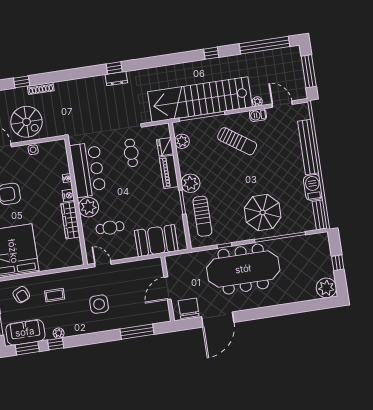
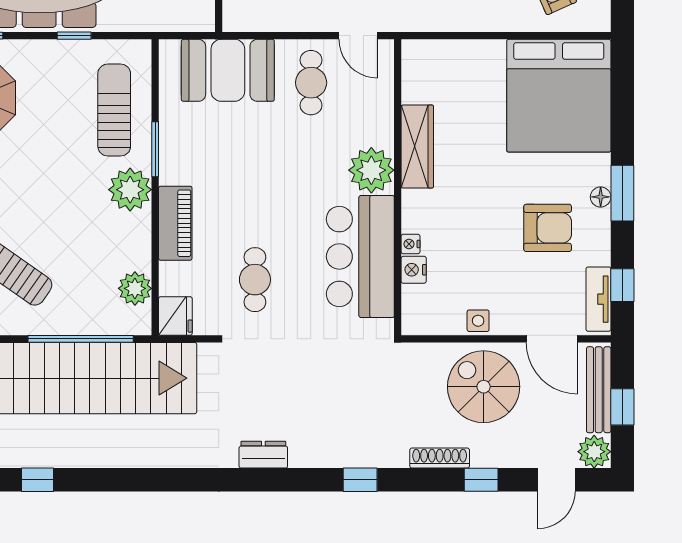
window: (114, 68) -> (360, 480), moved
fridge: (165, 147) -> (175, 316), moved
nightstand: (68, 195) -> (414, 270), moved
cafe table: (110, 228) -> (311, 83), moved, turned 90

